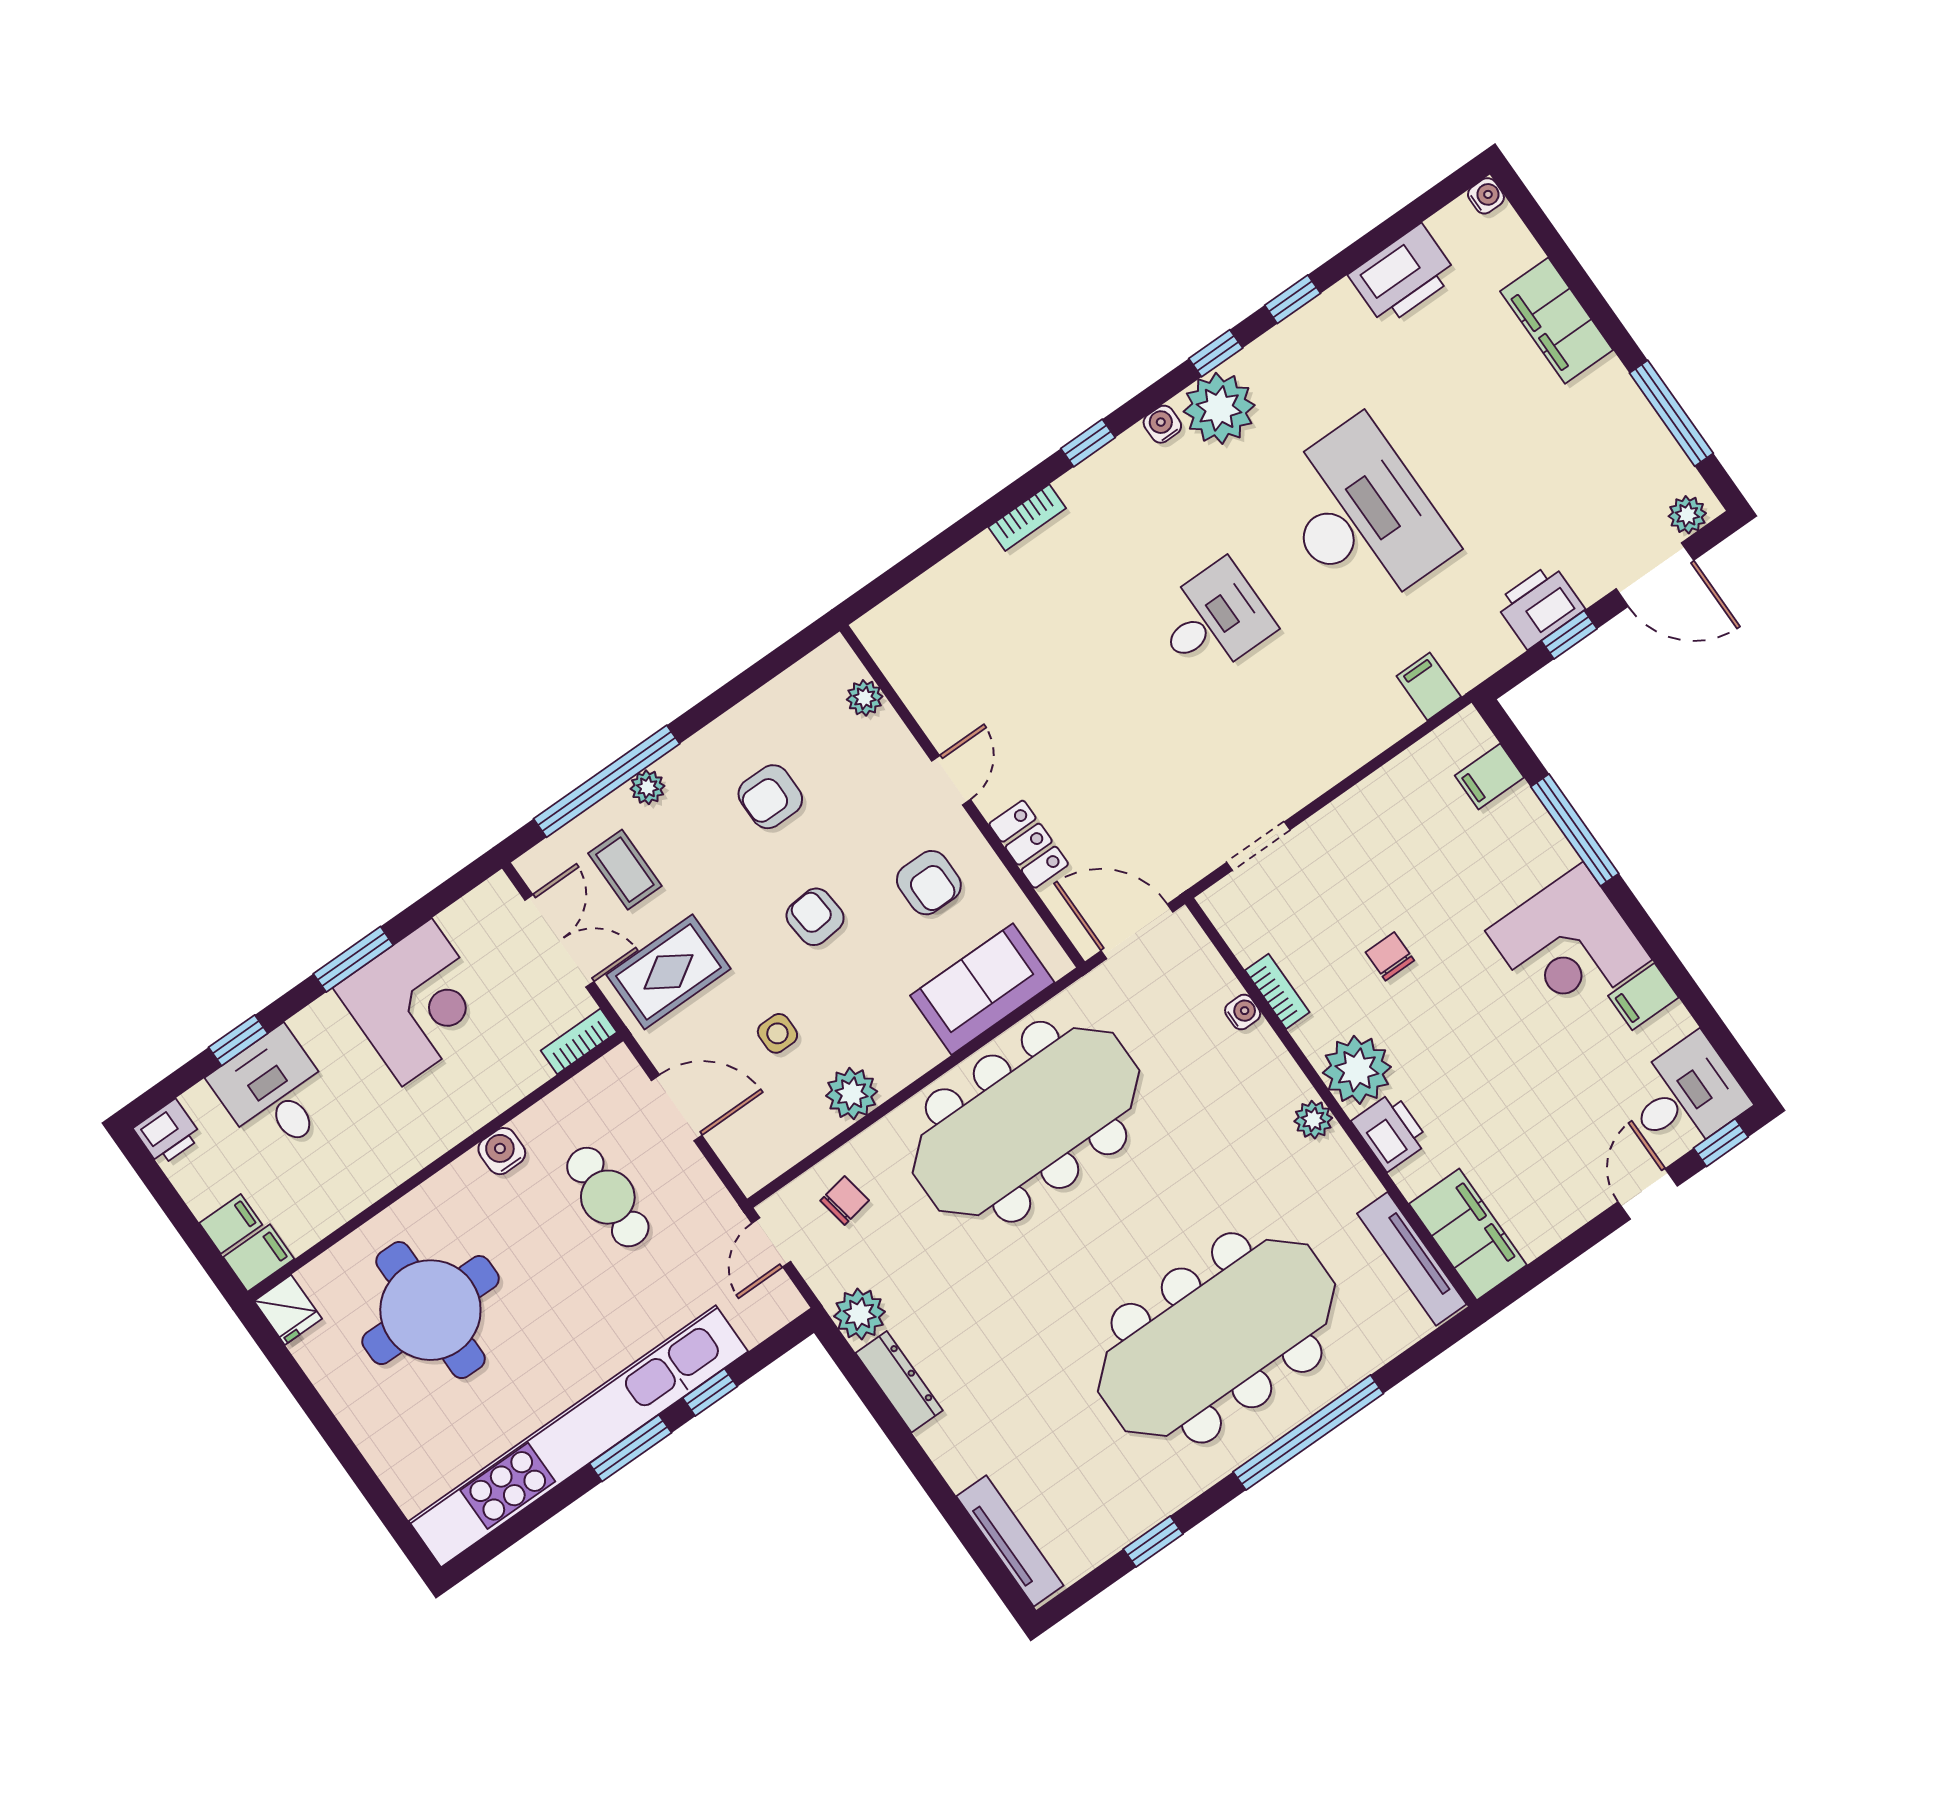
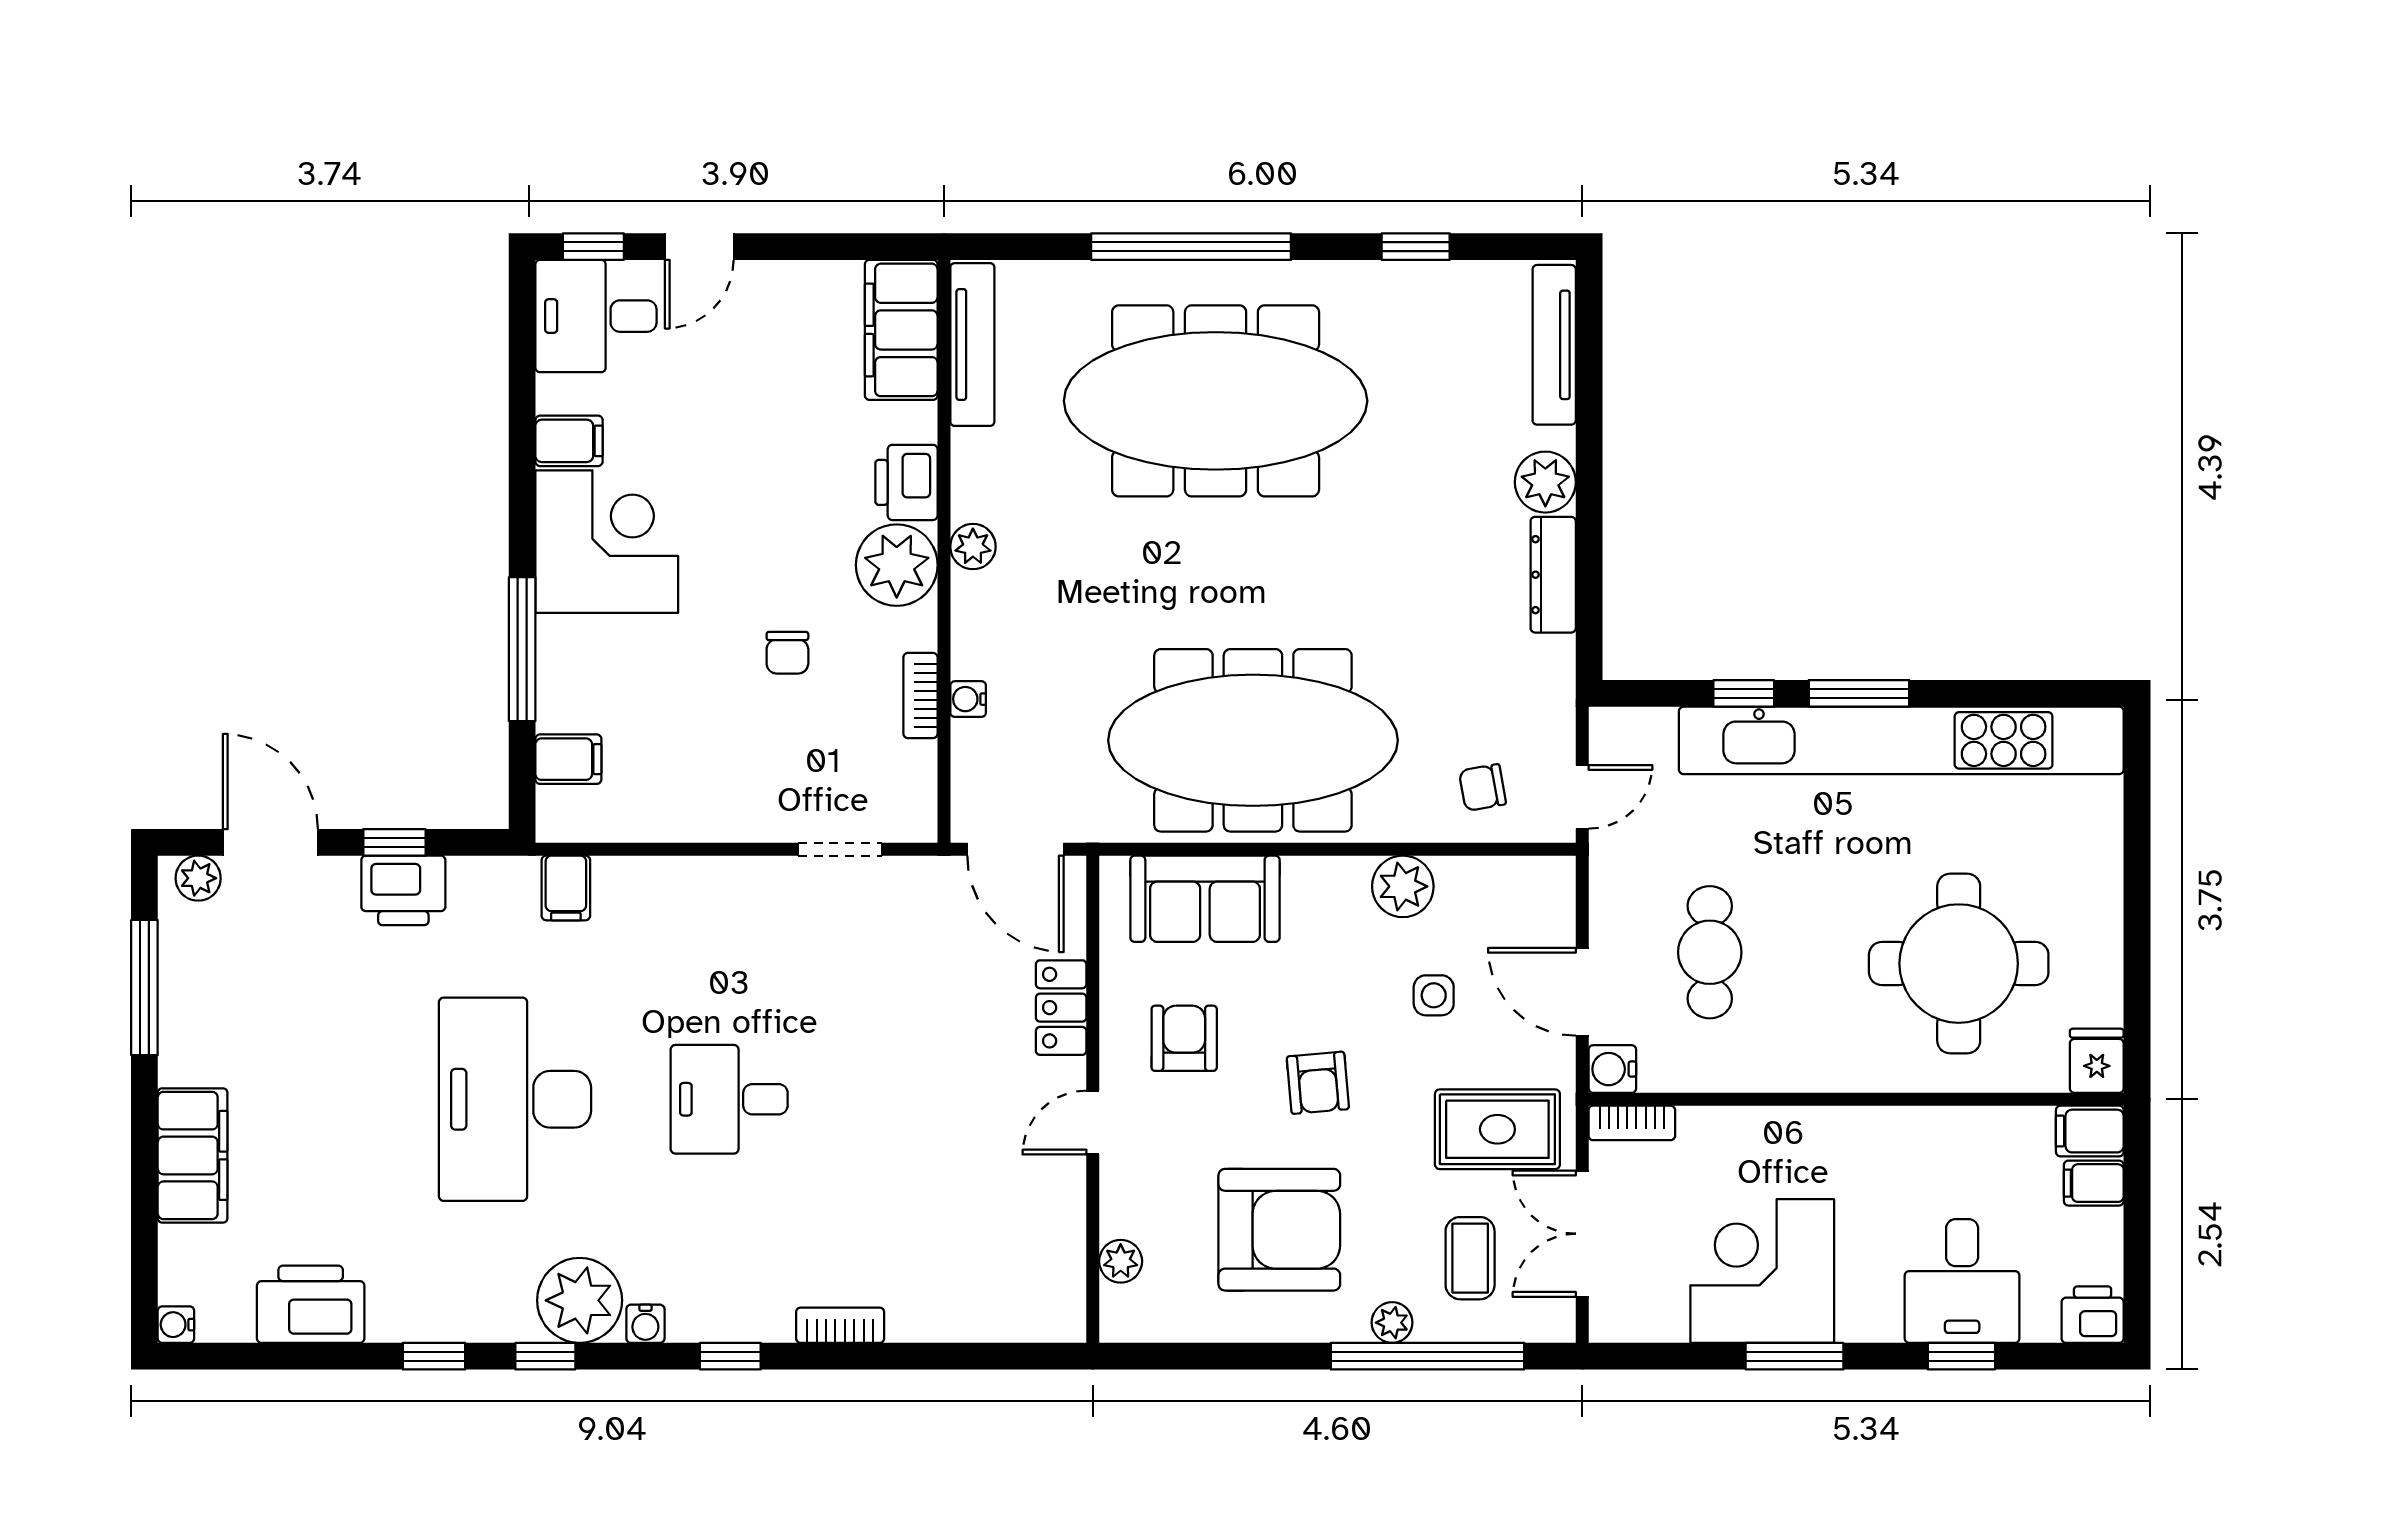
armchair: (770, 797) -> (1279, 1230), width x1.88, depth x1.88
water cooler: (502, 1151) -> (1612, 1069), moved, turned 90
plant: (860, 1314) -> (1545, 482), moved

